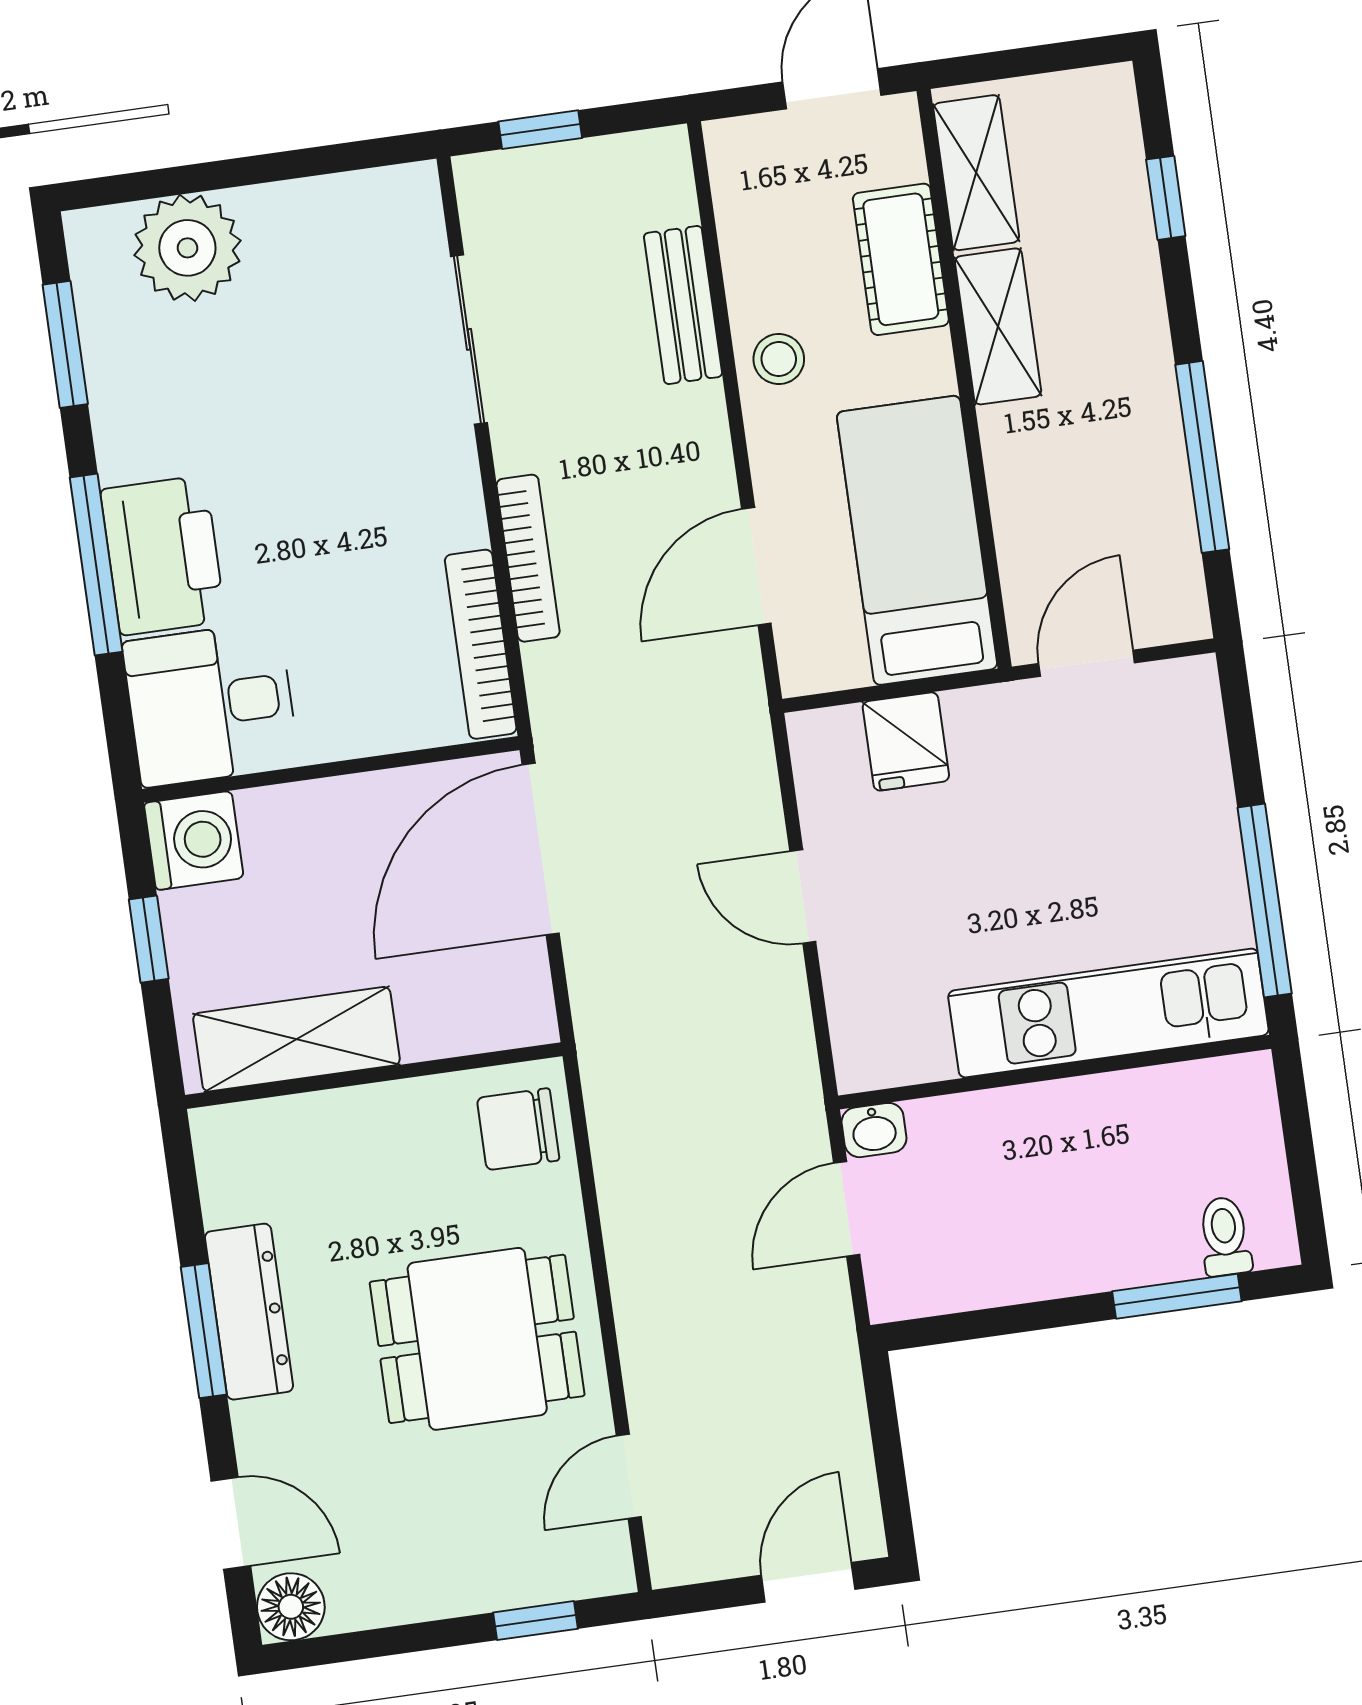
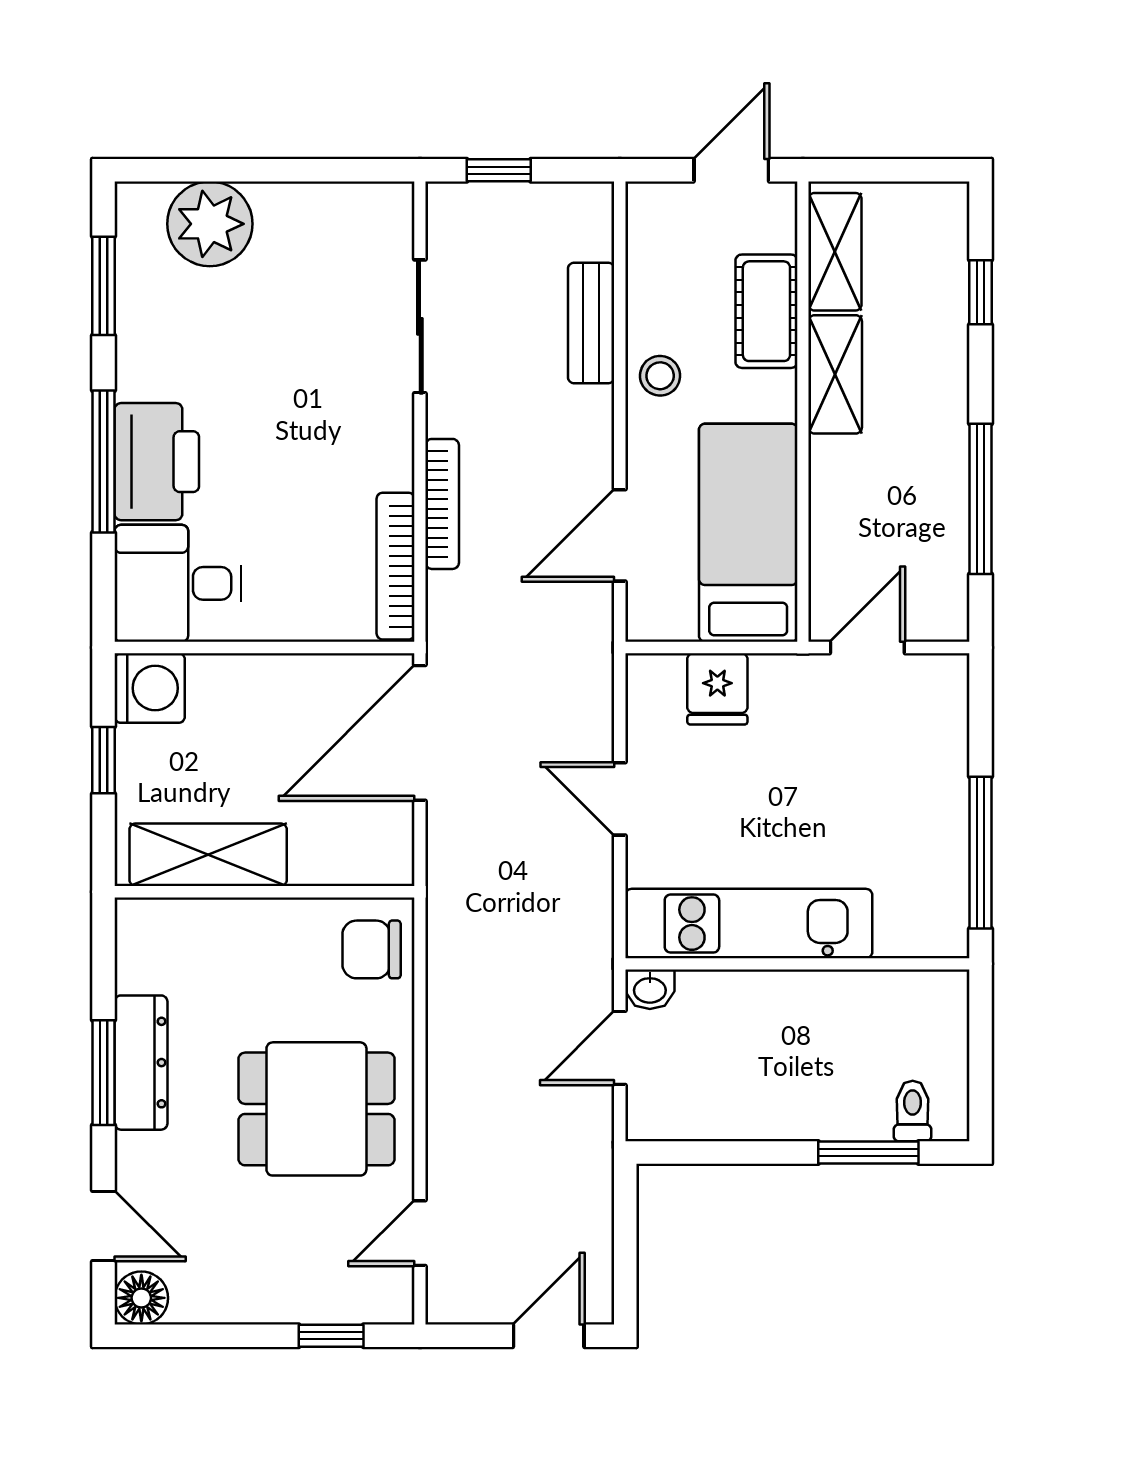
kitchen unit: (1108, 1013) -> (749, 924), moved

